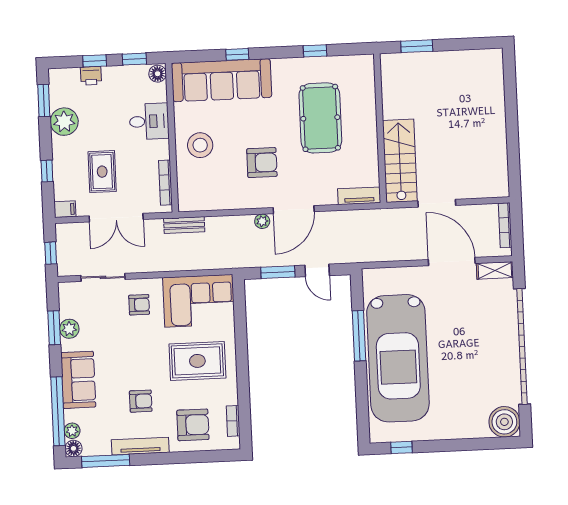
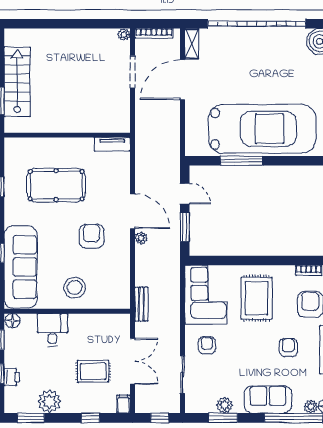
stairs: (400, 161) -> (17, 82), moved, turned 90
bookcase: (165, 183) -> (105, 318), removed
plant: (502, 190) -> (124, 35), added
tv unit: (359, 196) -> (112, 144), moved, turned -90
doorway: (437, 203) -> (133, 72), moved
door: (317, 270) -> (185, 194), hinge flipped

